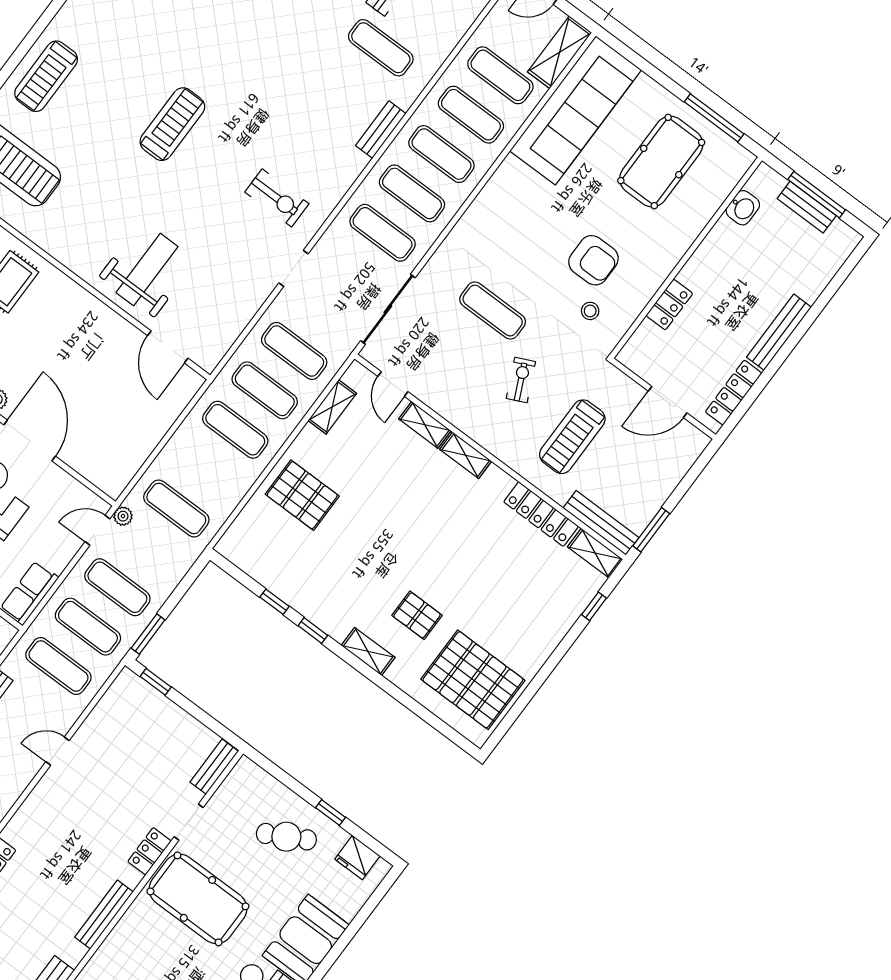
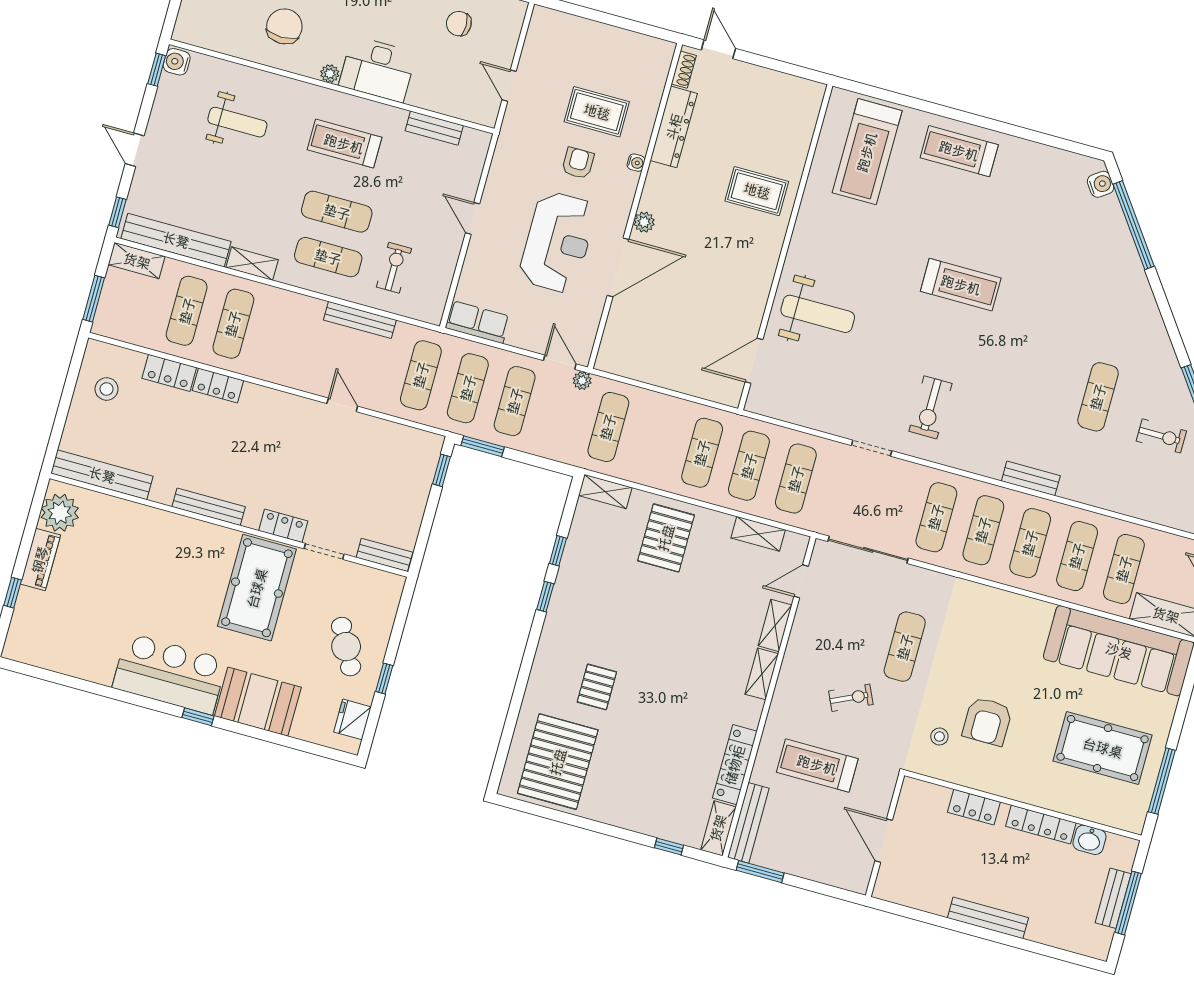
exercise mat: (381, 48) -> (1098, 397), moved
locker: (734, 393) -> (1041, 824), moved, turned 180
shelving: (368, 651) -> (605, 492), moved, turned 90

